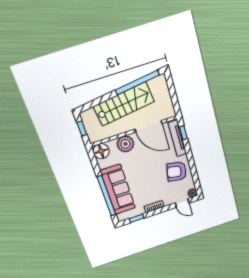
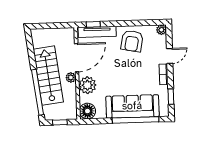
window: (137, 82) -> (38, 92), moved
plant: (128, 126) -> (71, 77), added
door: (182, 203) -> (170, 56), moved

